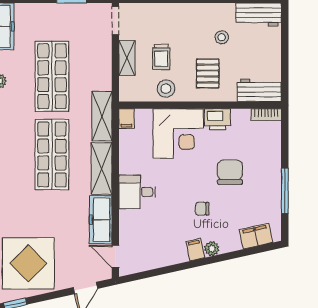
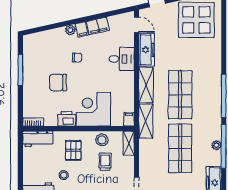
shelving: (127, 58) -> (129, 143), moved
chair: (230, 172) -> (58, 83), turned 90
desk: (137, 192) -> (122, 59), moved
filing cabinet: (256, 236) -> (98, 26), moved

